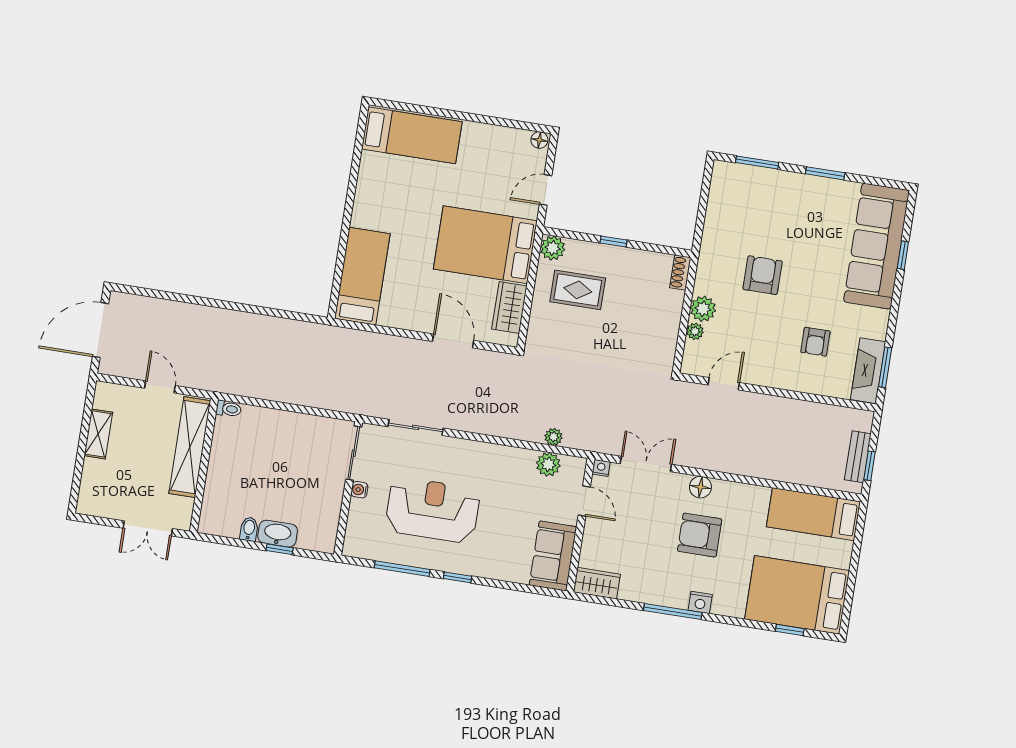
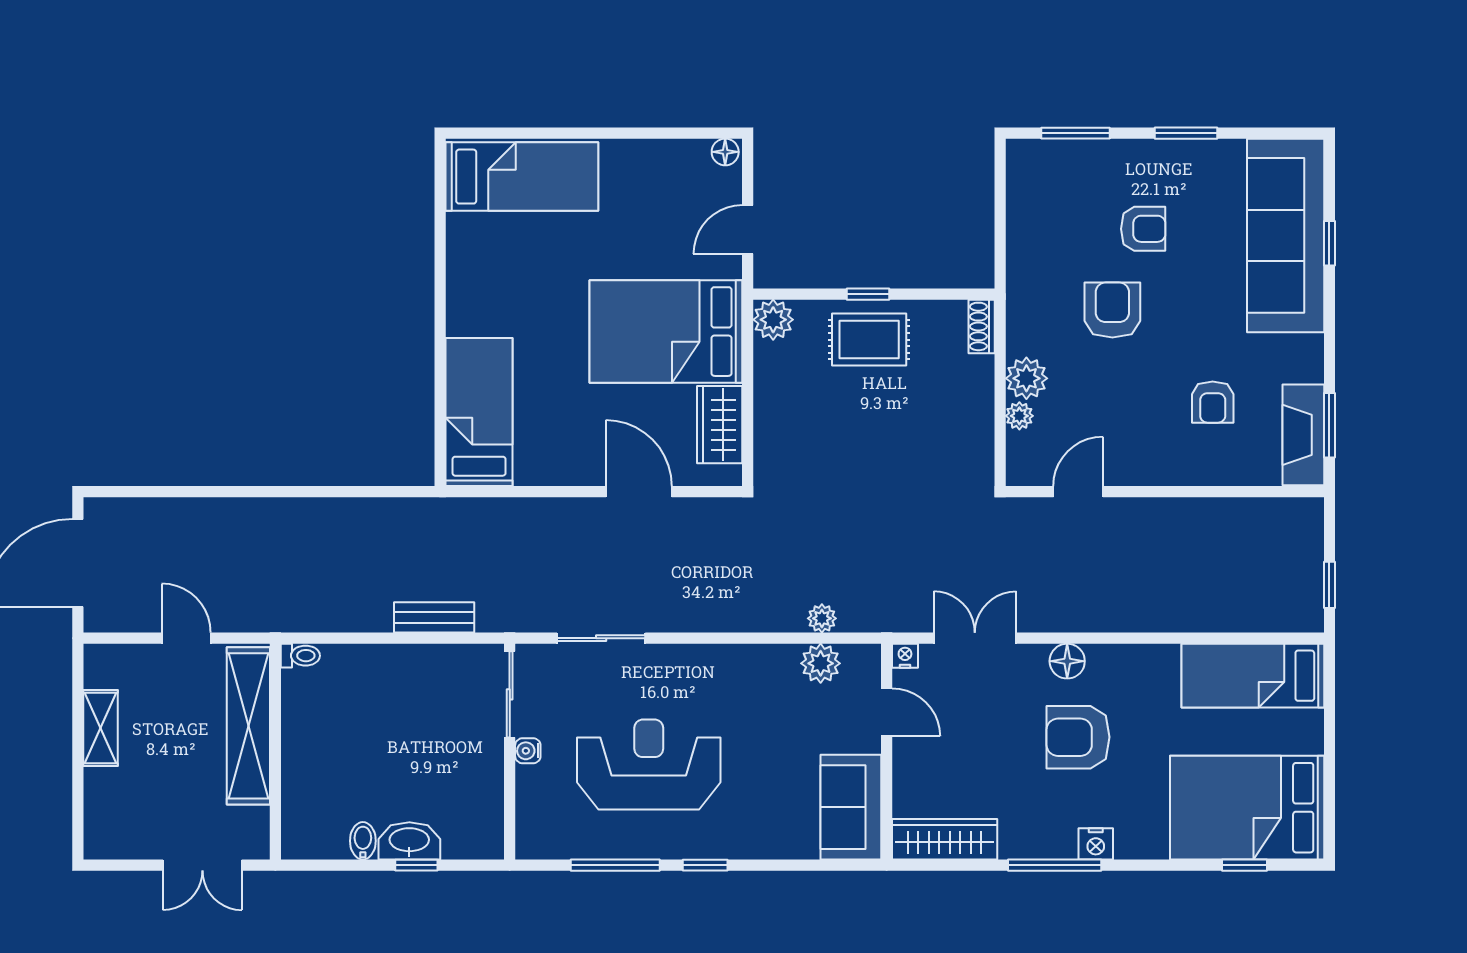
armchair: (789, 228) -> (1143, 229), added
rug: (578, 290) -> (869, 340), moved
bench: (858, 457) -> (434, 617), moved, turned 90
wardrobe: (597, 583) -> (945, 839), width x1.50

